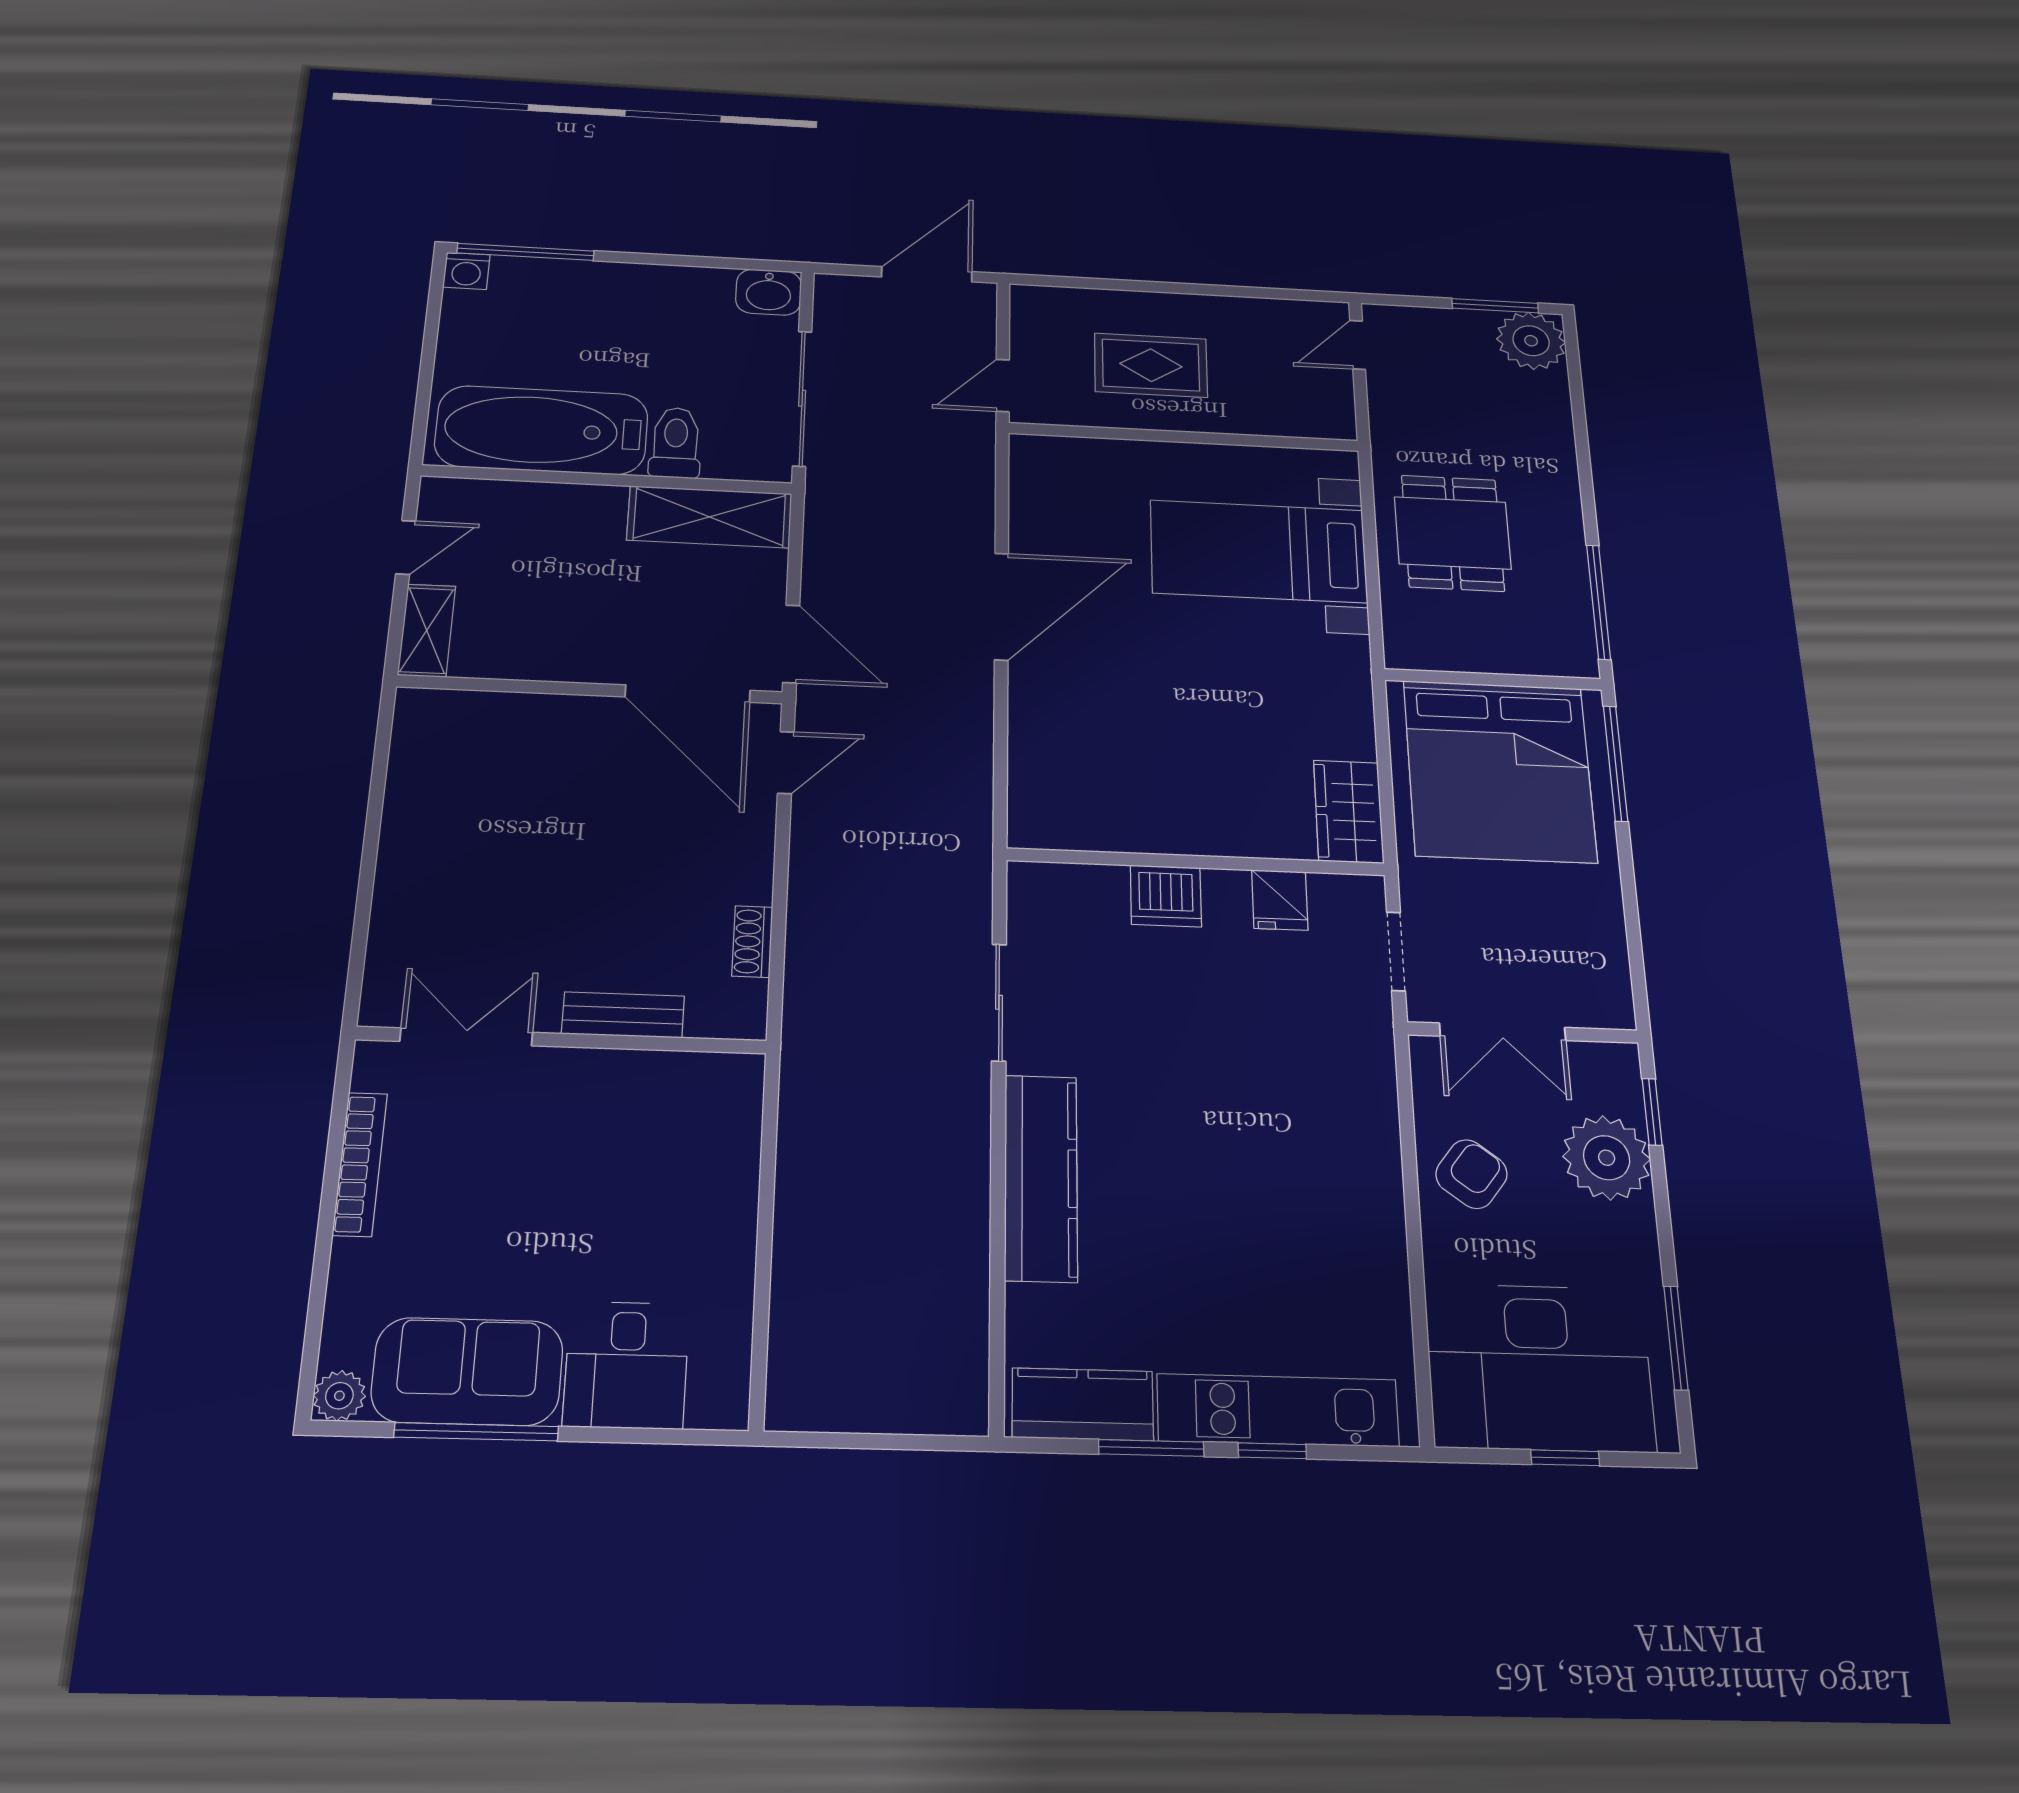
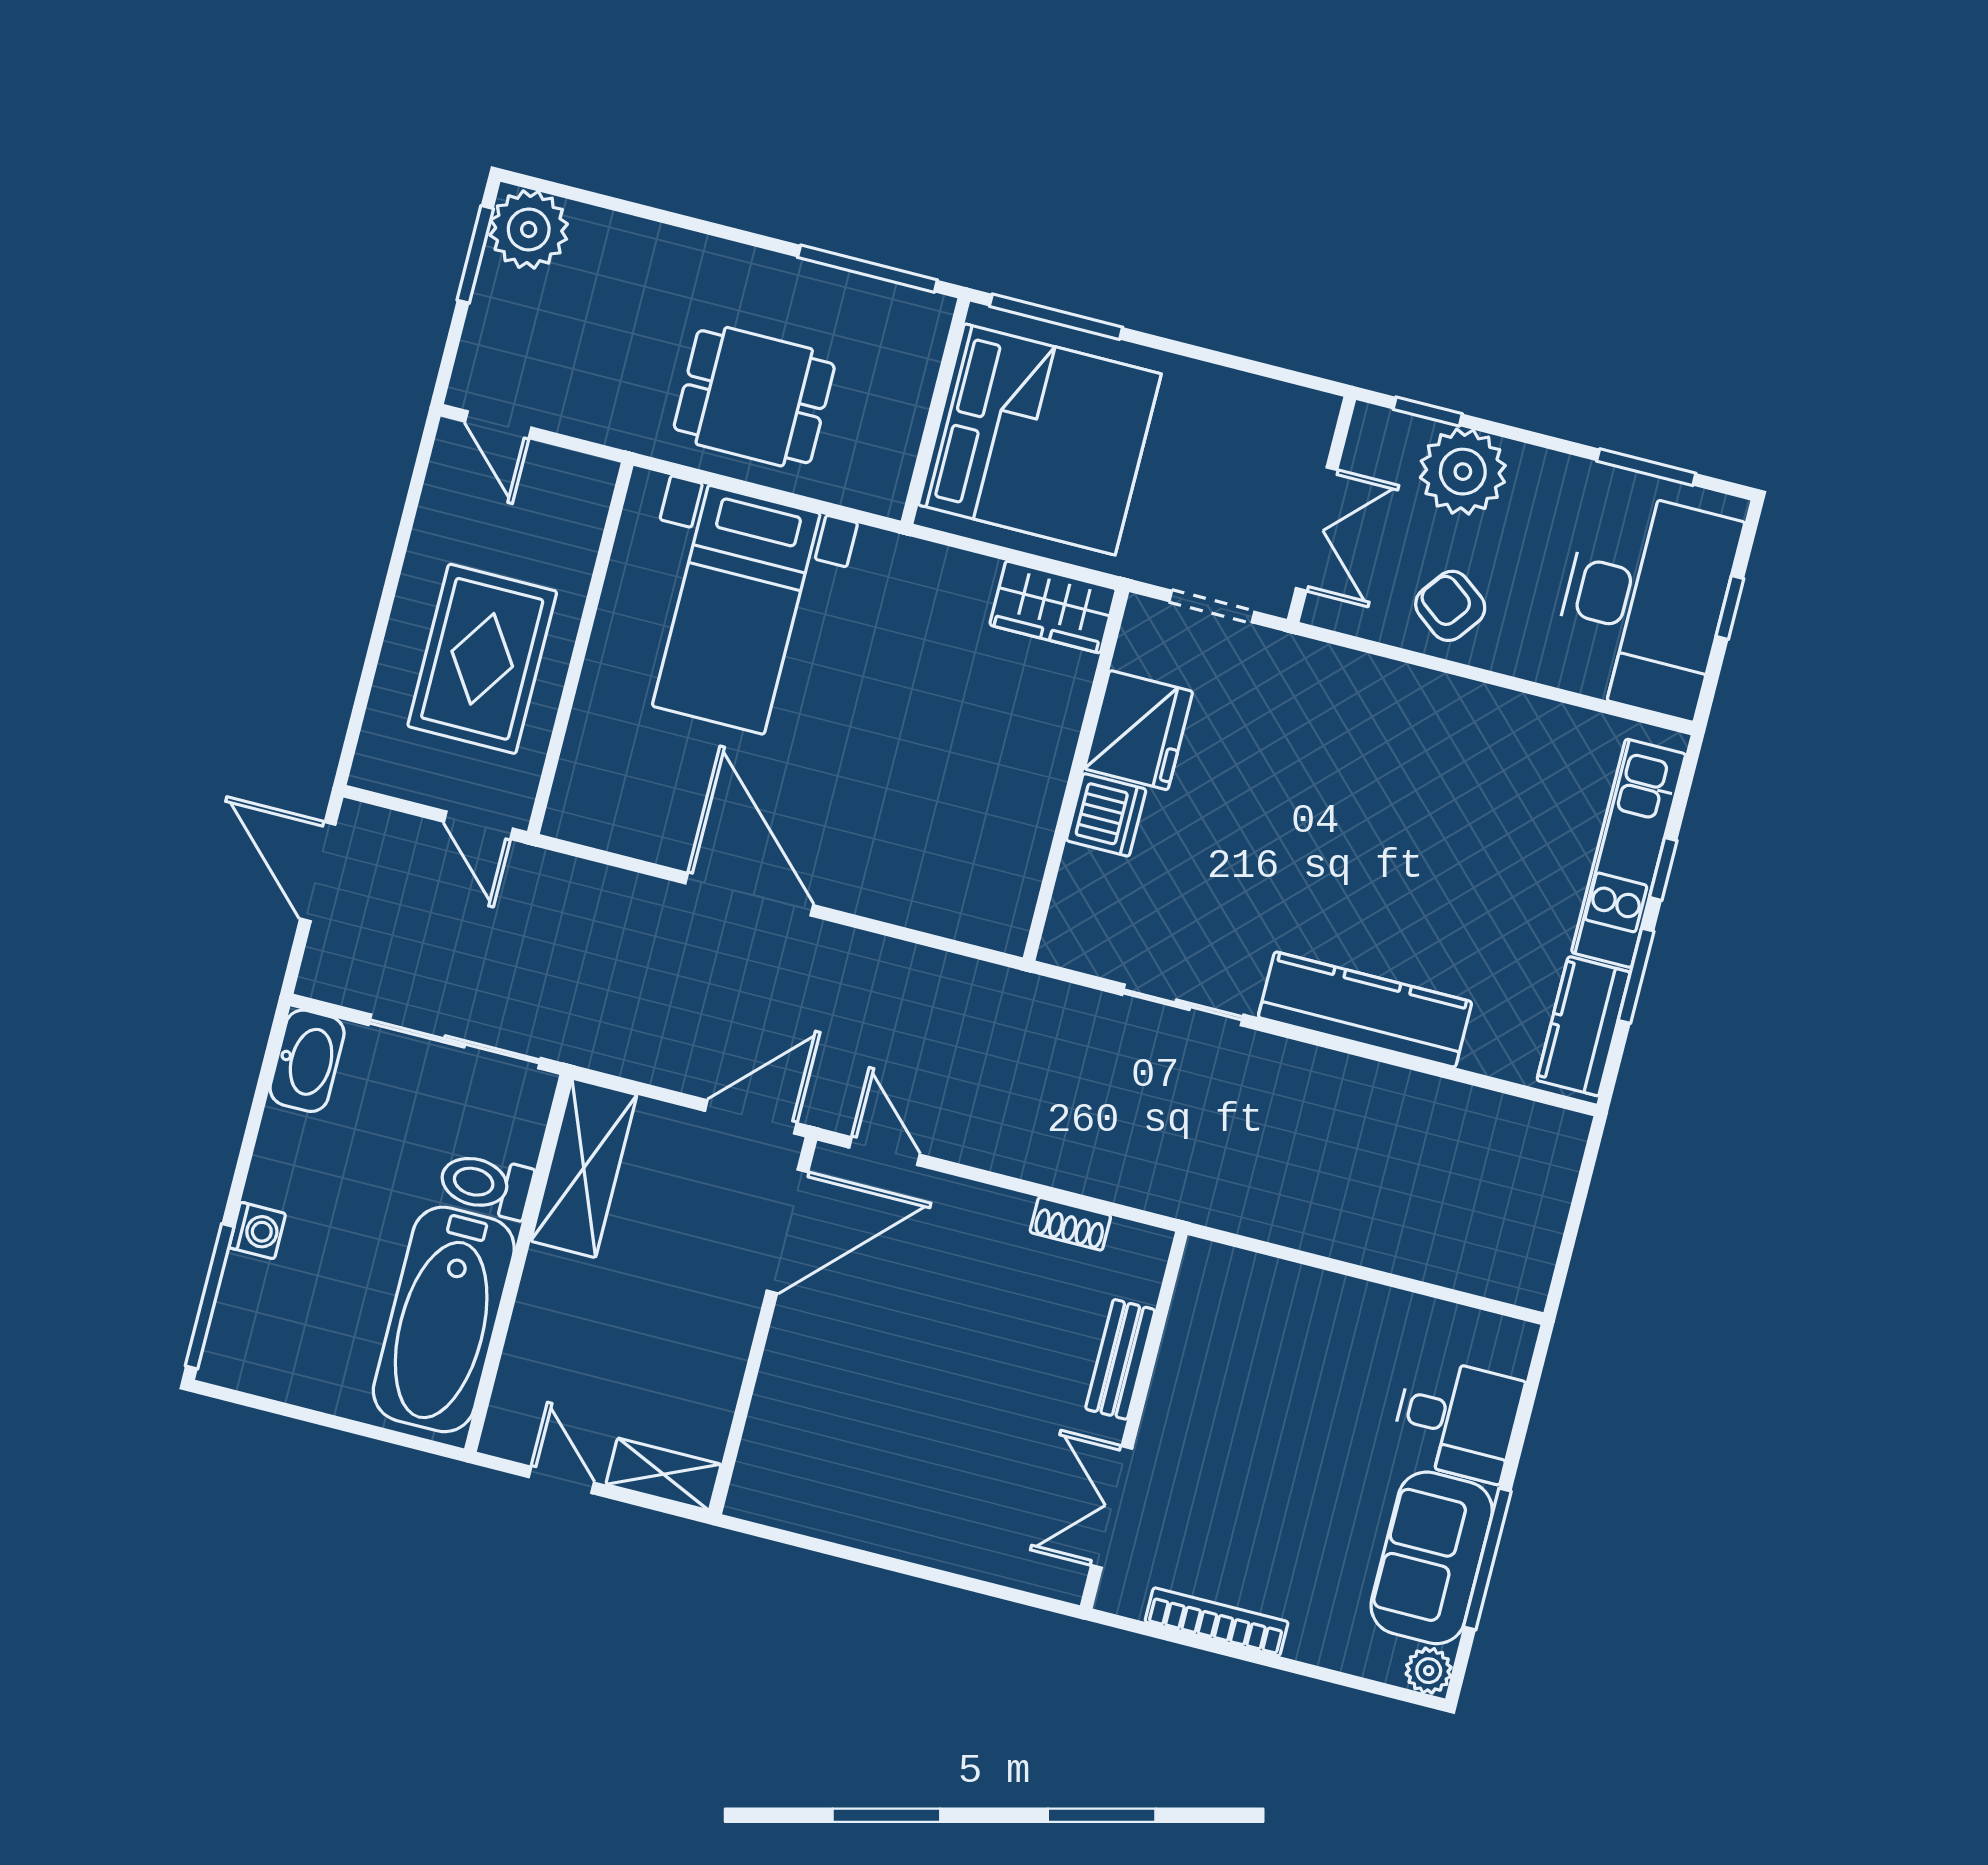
washing machine: (466, 271) -> (257, 1231), moved
washbasin: (769, 292) -> (307, 1061), width x1.38
rug: (1151, 365) -> (482, 659), width x1.36, depth x1.43
fridge: (1280, 900) -> (1139, 730), width x1.88, depth x1.34

